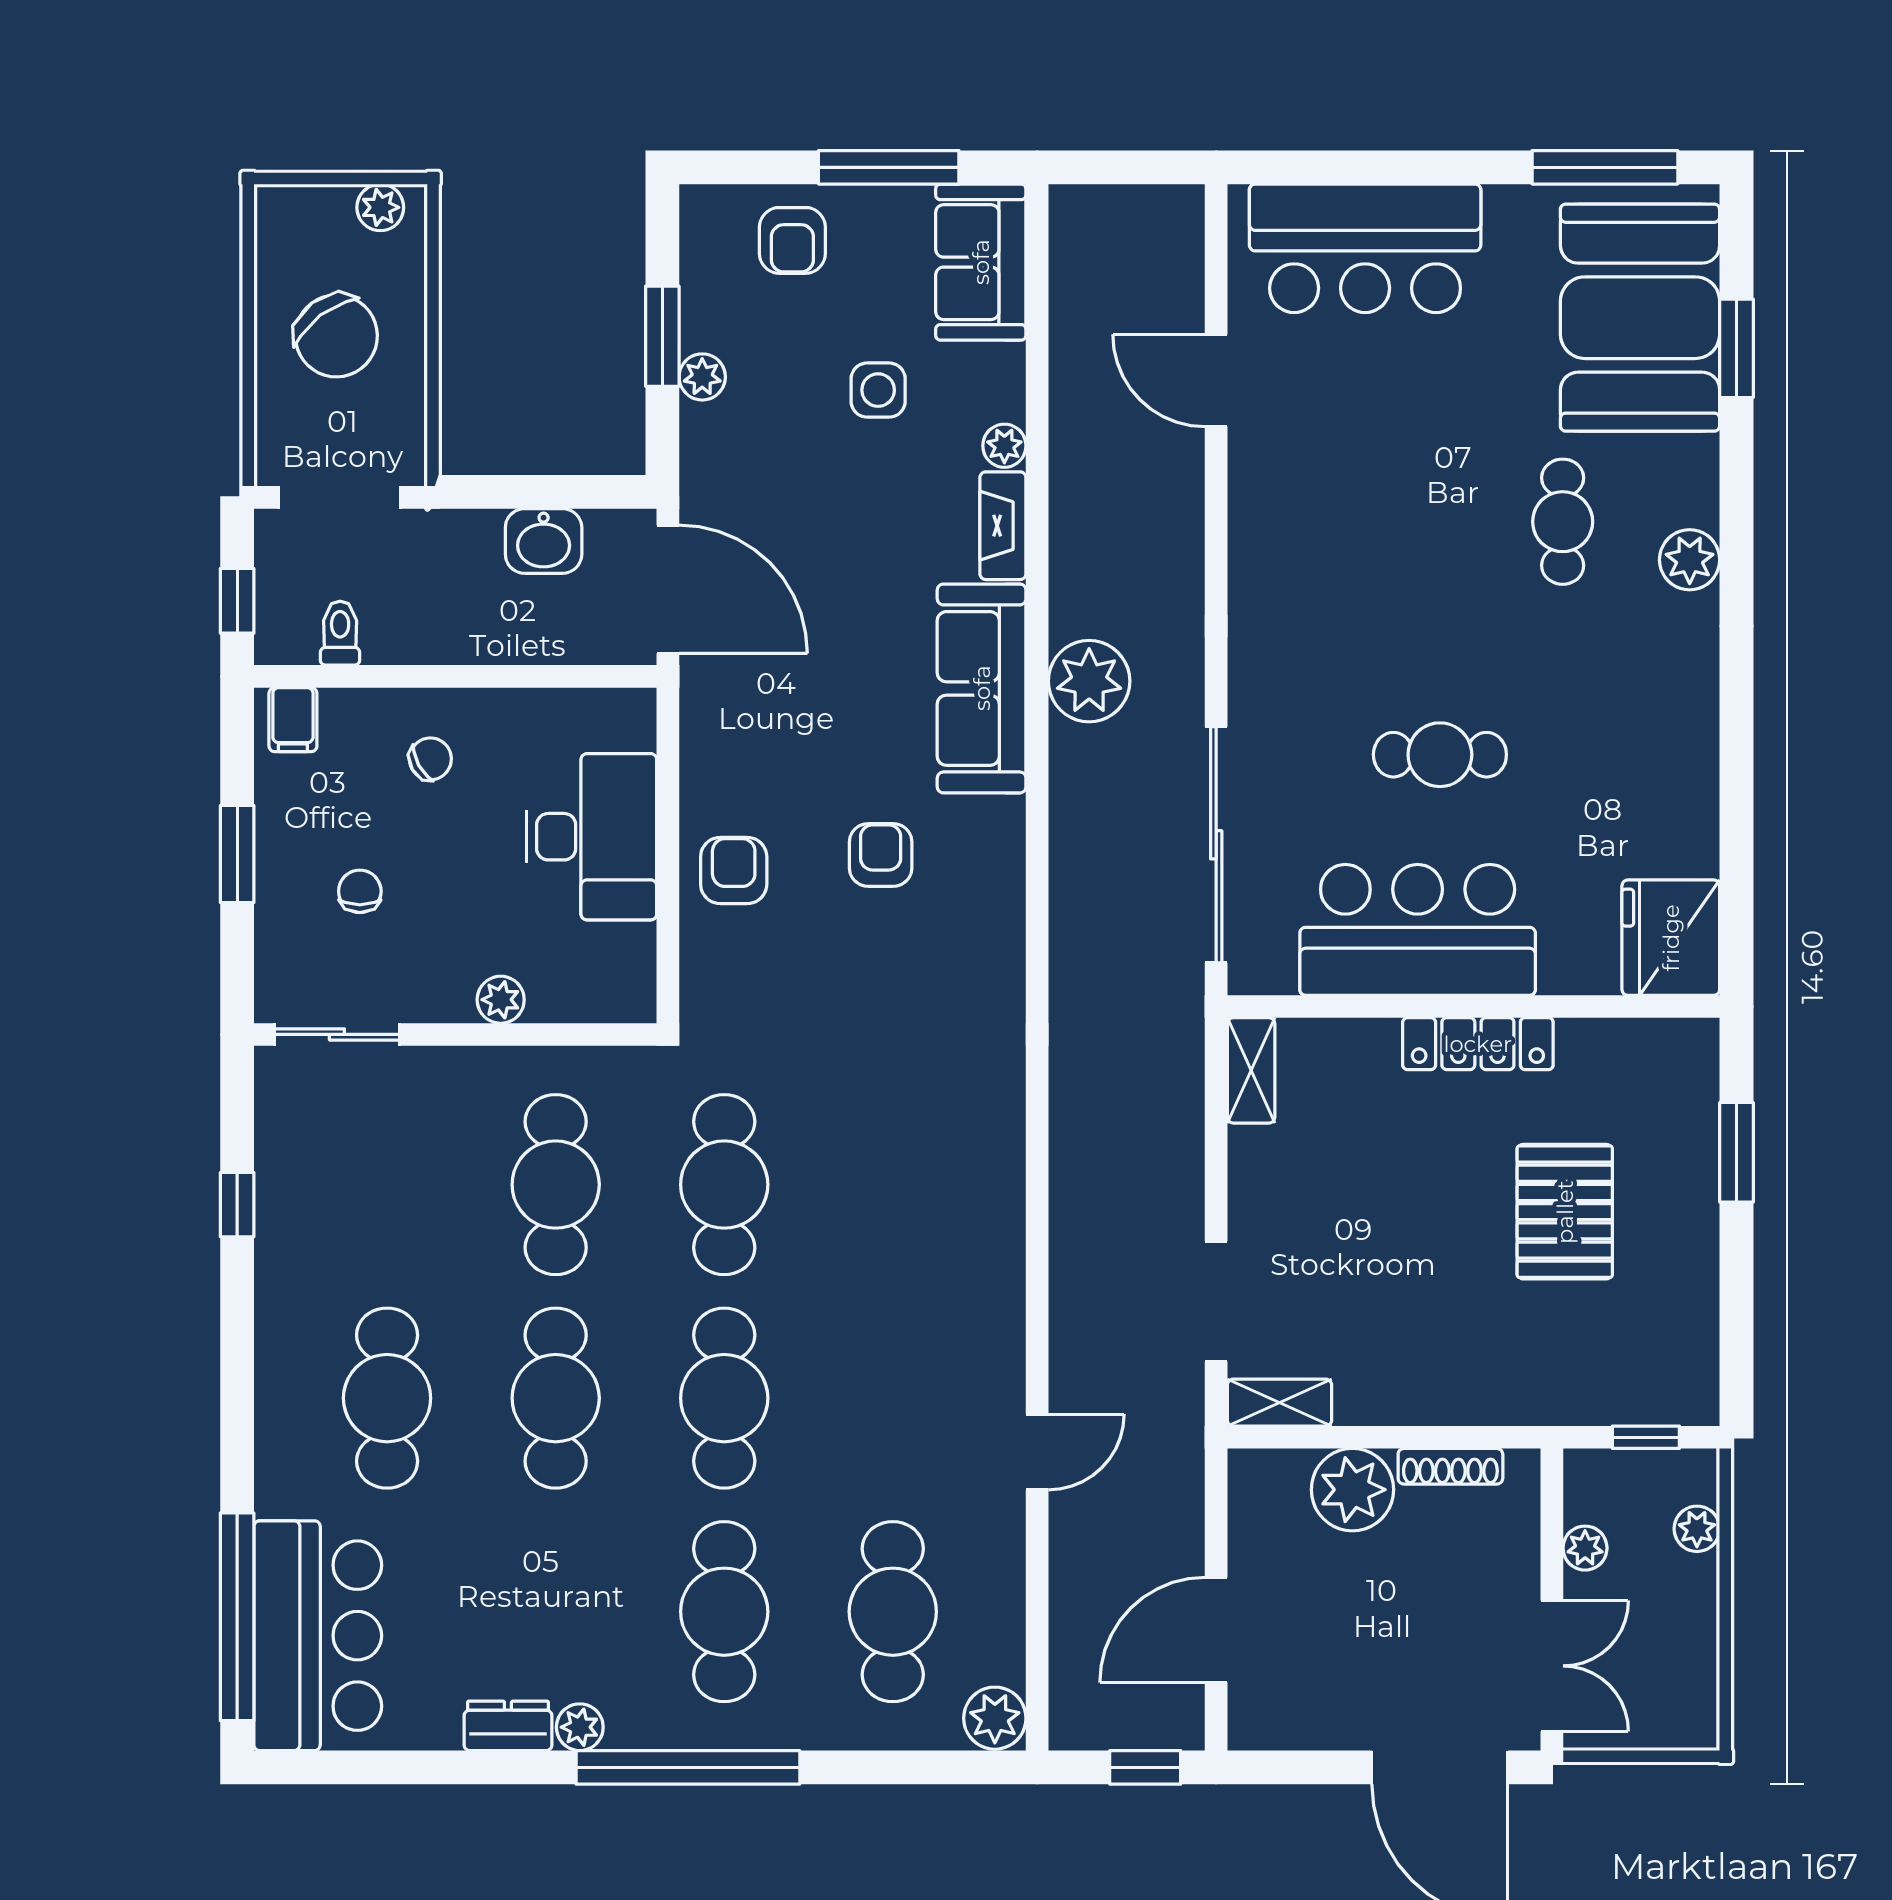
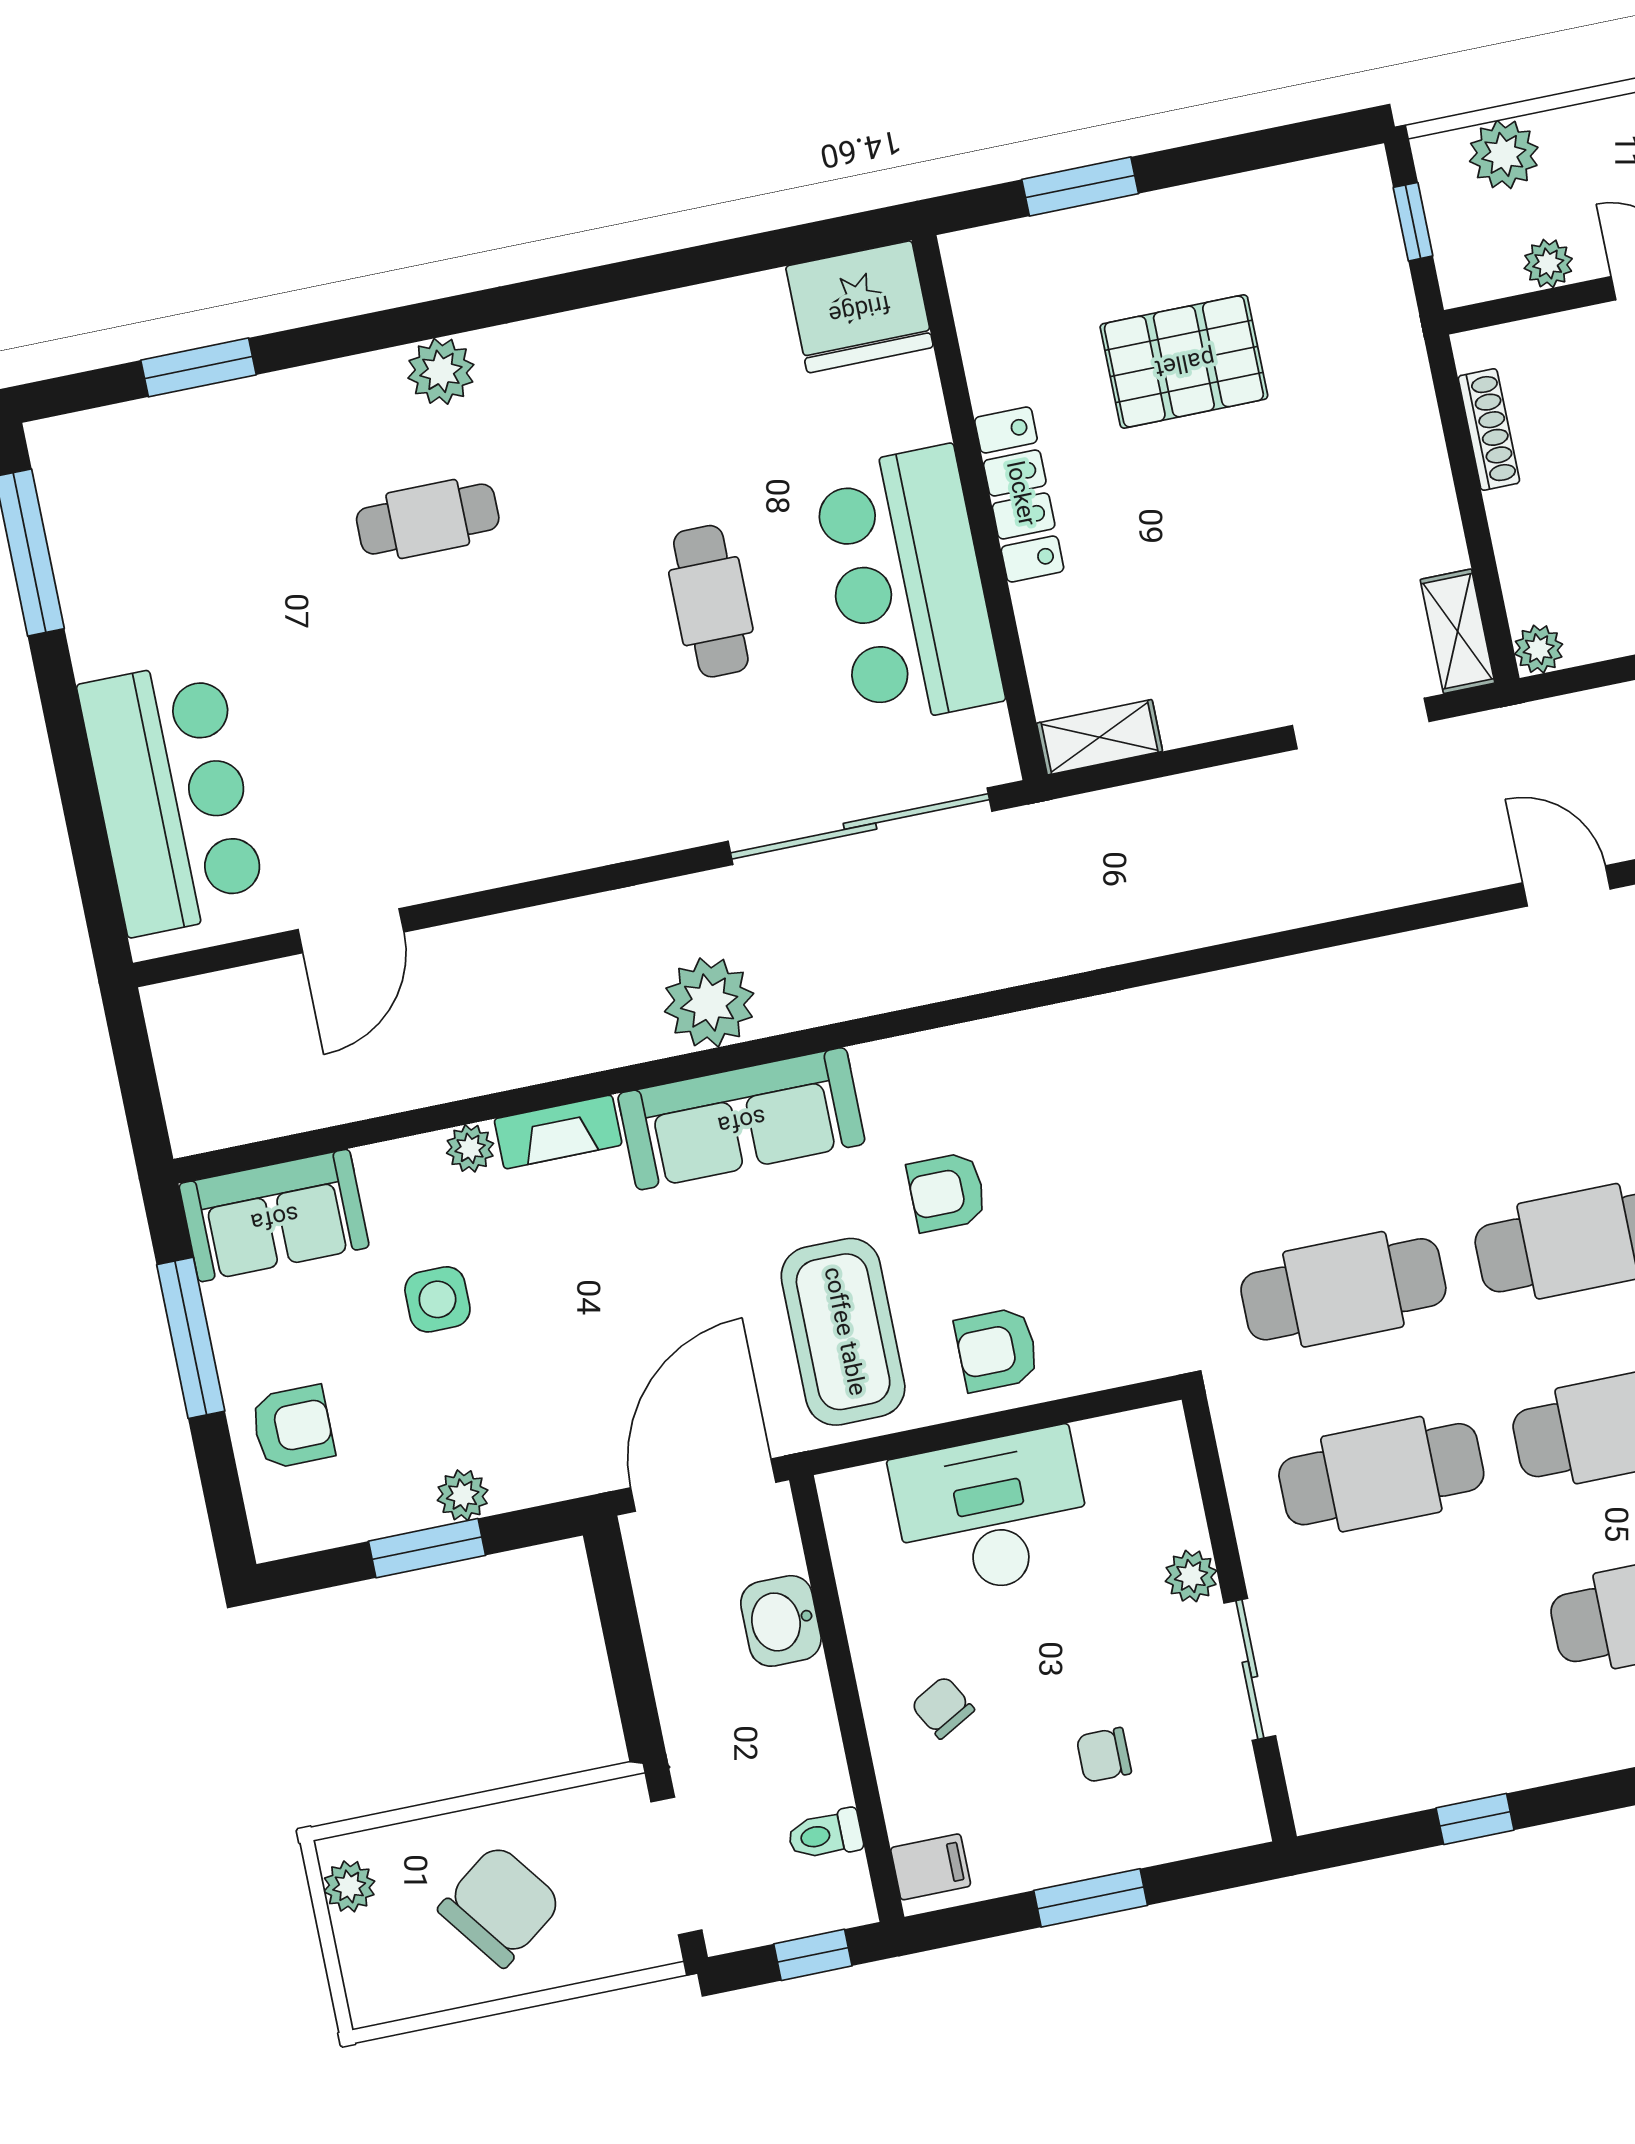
booth: (1640, 318) -> (187, 480), removed
washbasin: (544, 541) -> (781, 1621), moved, turned 180
coffee table: (777, 739) -> (843, 1332), added
sliding door: (337, 1034) -> (1250, 1669), moved
plant: (1352, 1490) -> (1539, 649), moved, width x0.53, depth x0.53
plant: (1697, 1529) -> (1504, 154), width x1.38, depth x1.38

